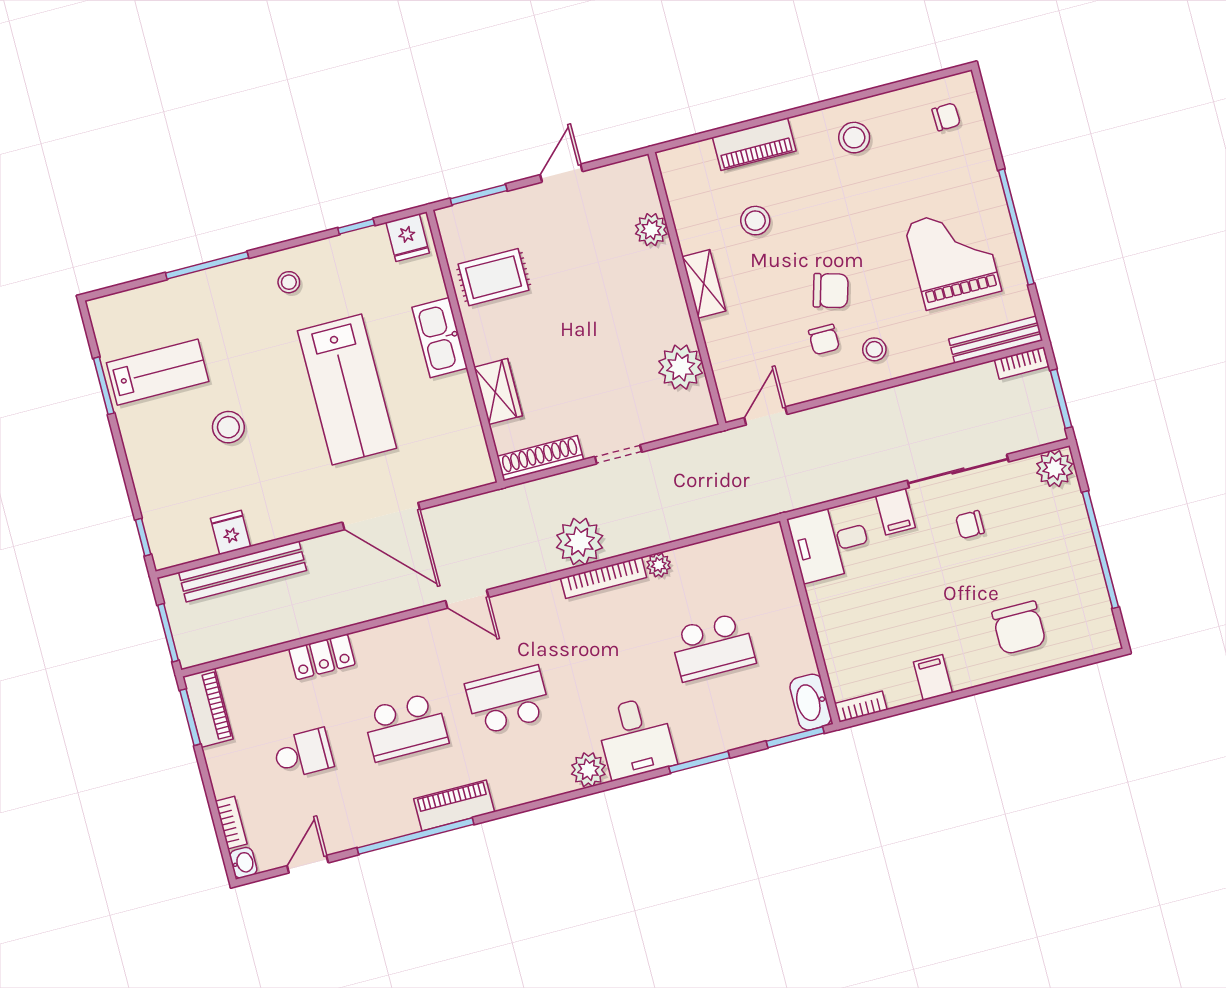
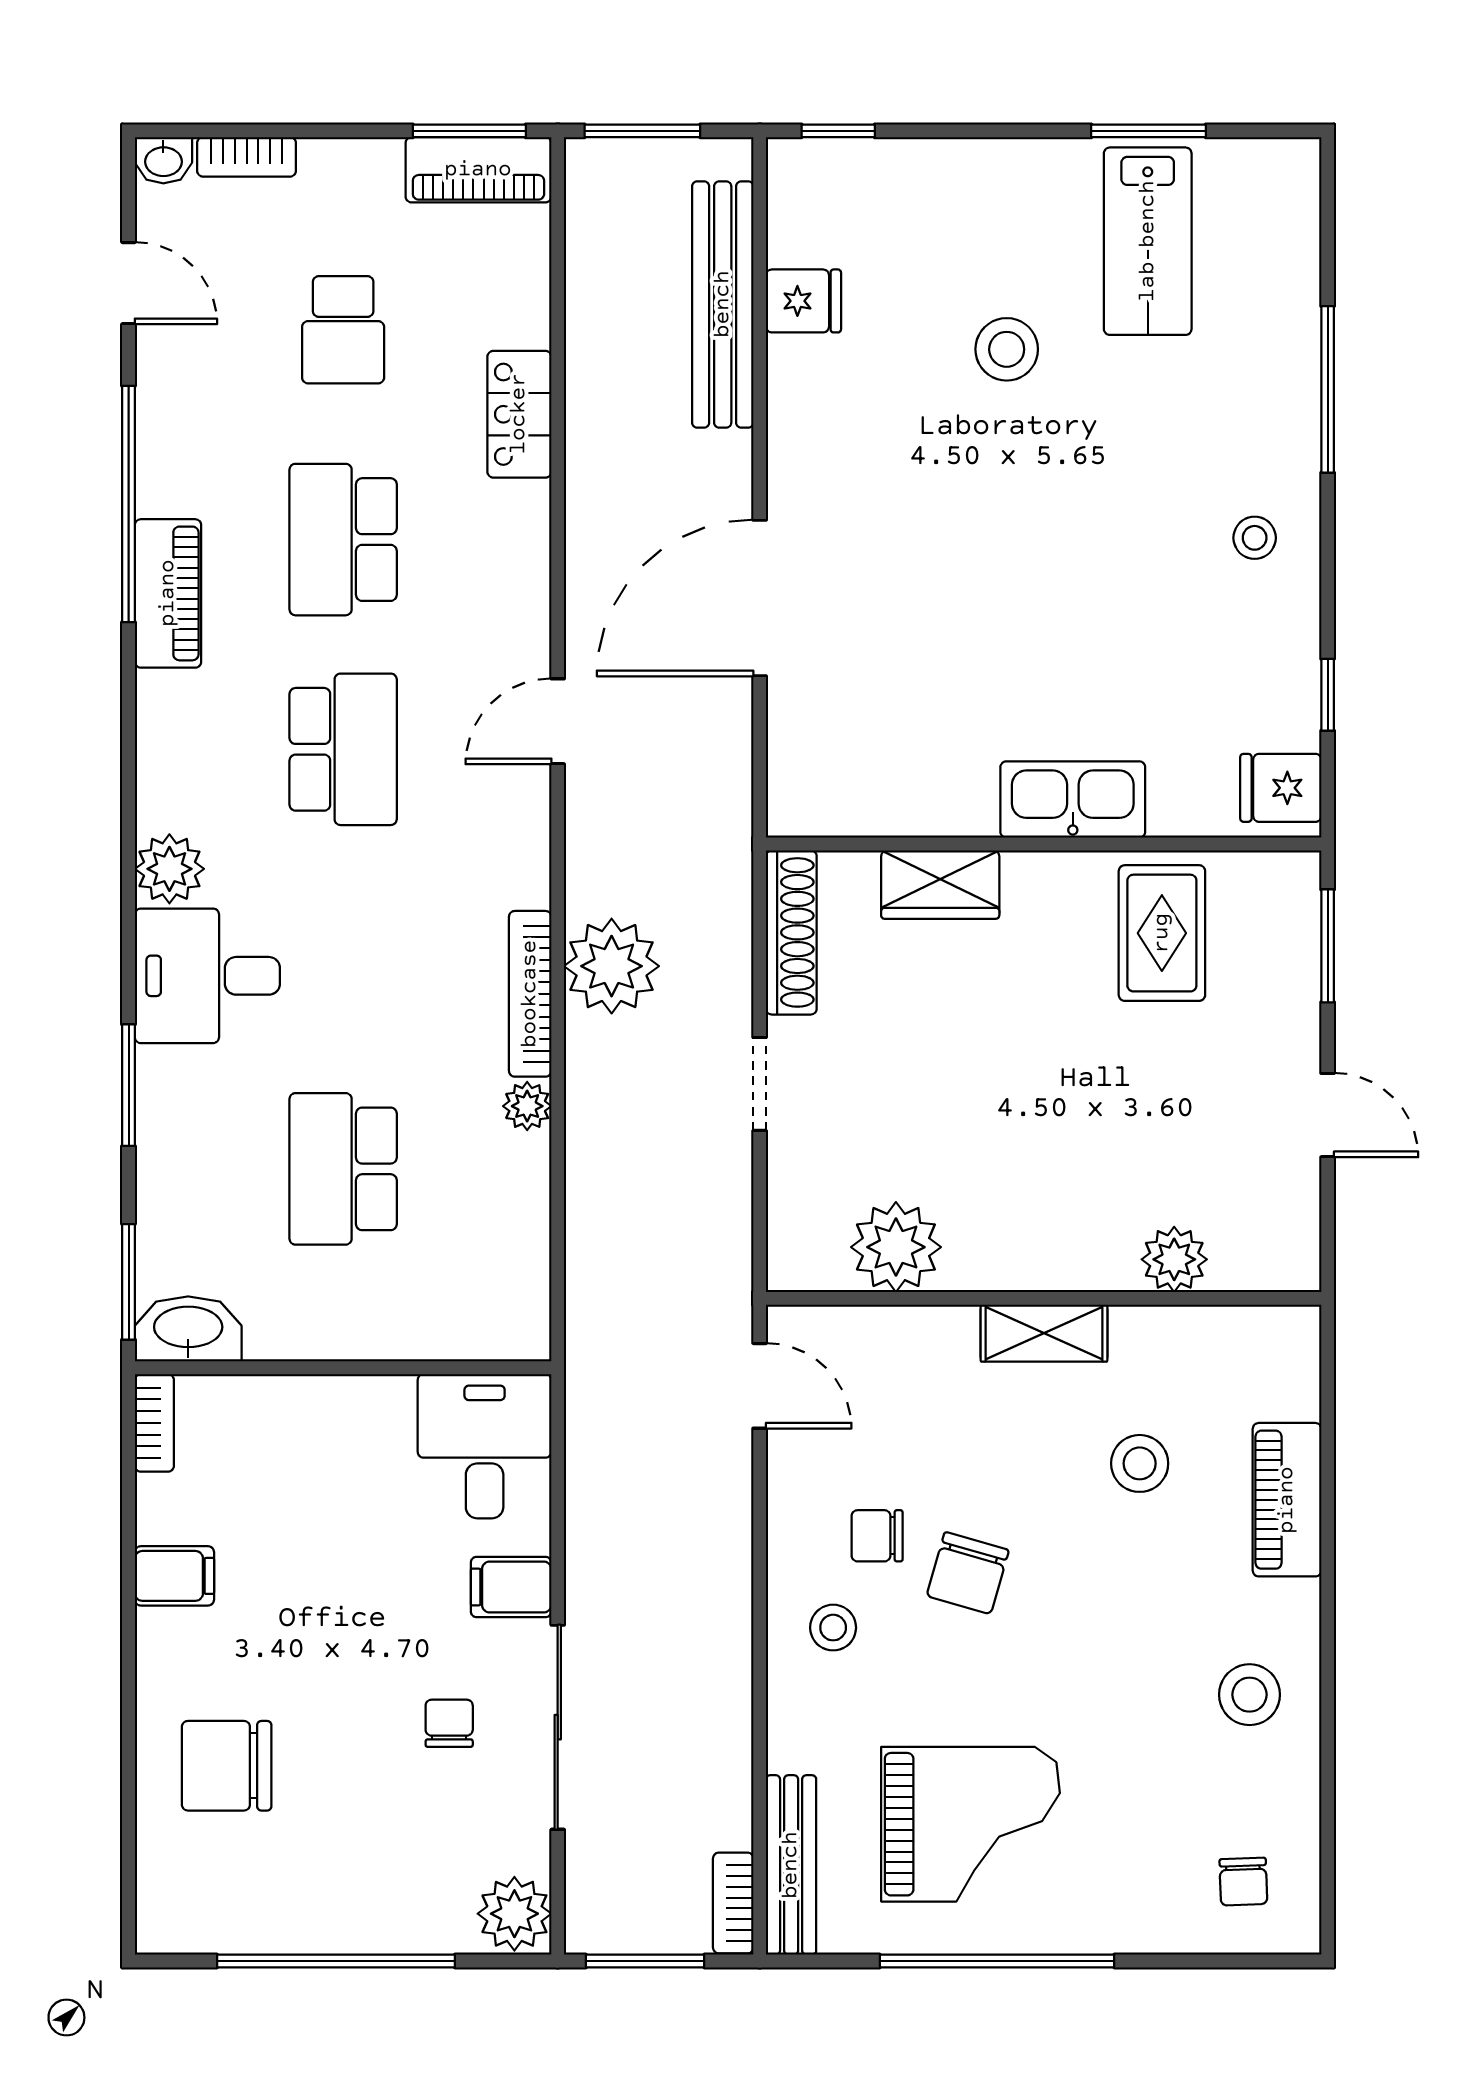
lab bench: (347, 390) -> (1020, 596), removed

